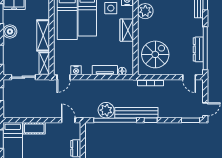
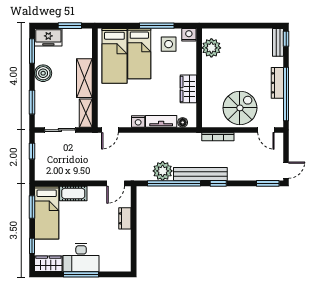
wardrobe: (127, 30) -> (188, 89), moved
dresser: (198, 49) -> (277, 83), moved
spiral stairs: (155, 54) -> (240, 108), moved
nightstand: (76, 70) -> (138, 121), moved
door: (68, 120) -> (116, 183), swing flipped

